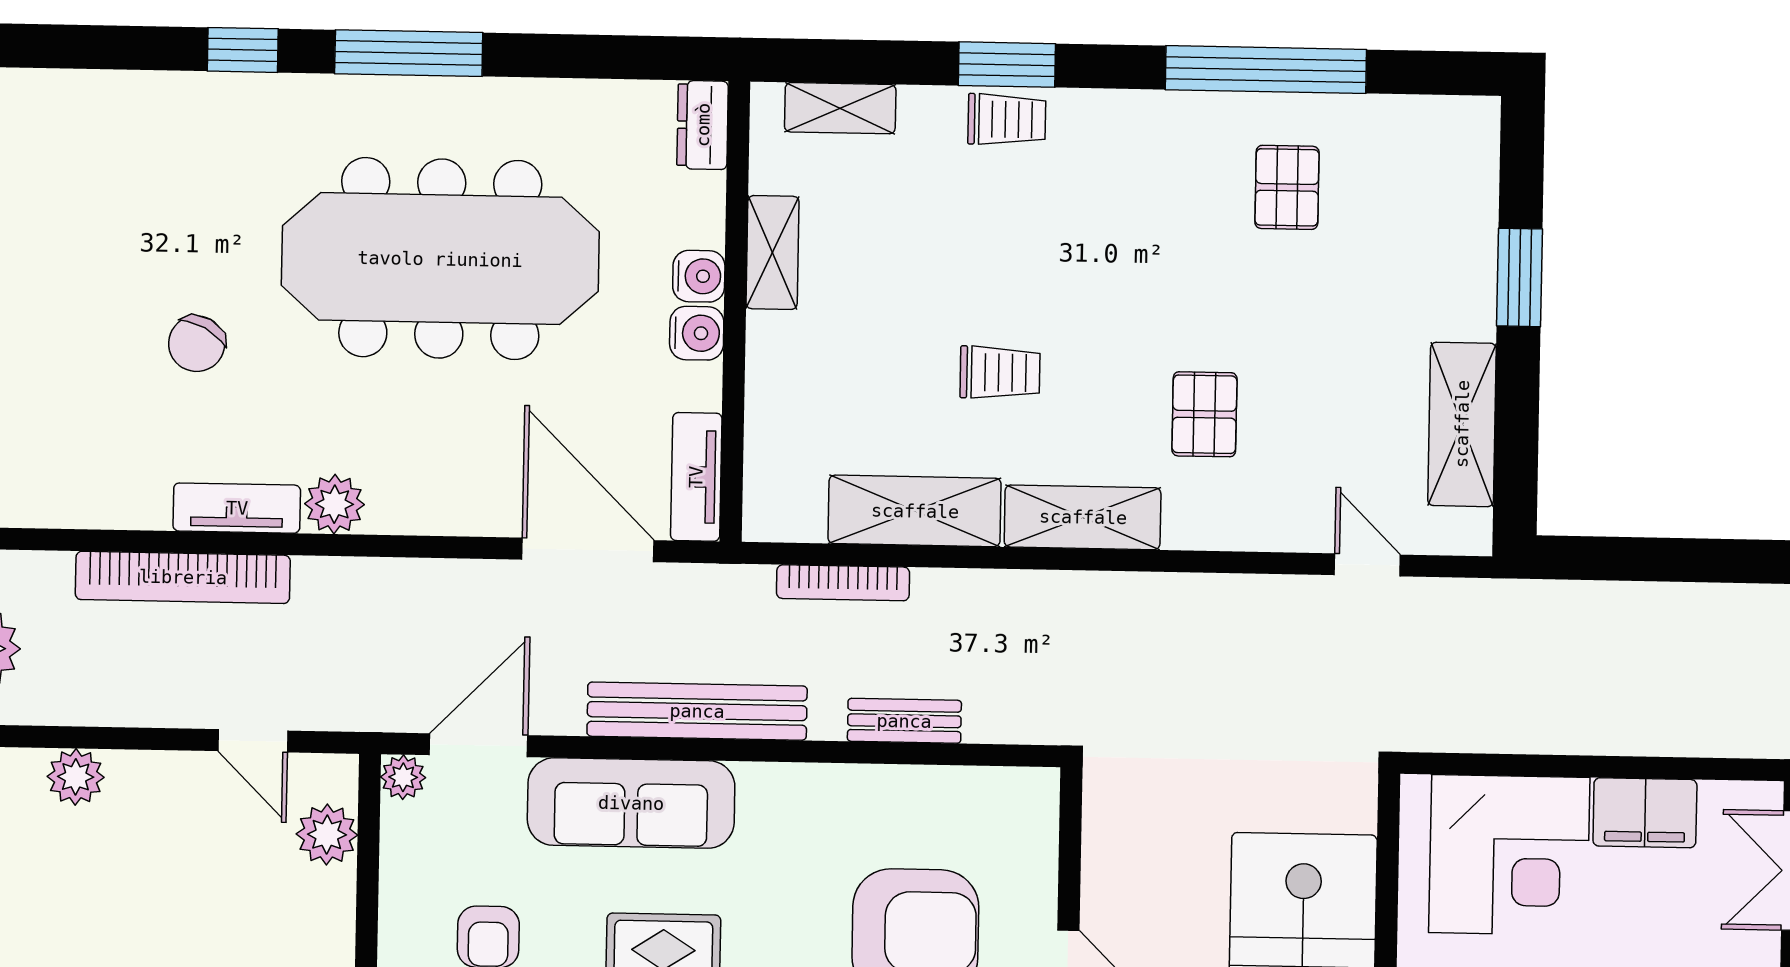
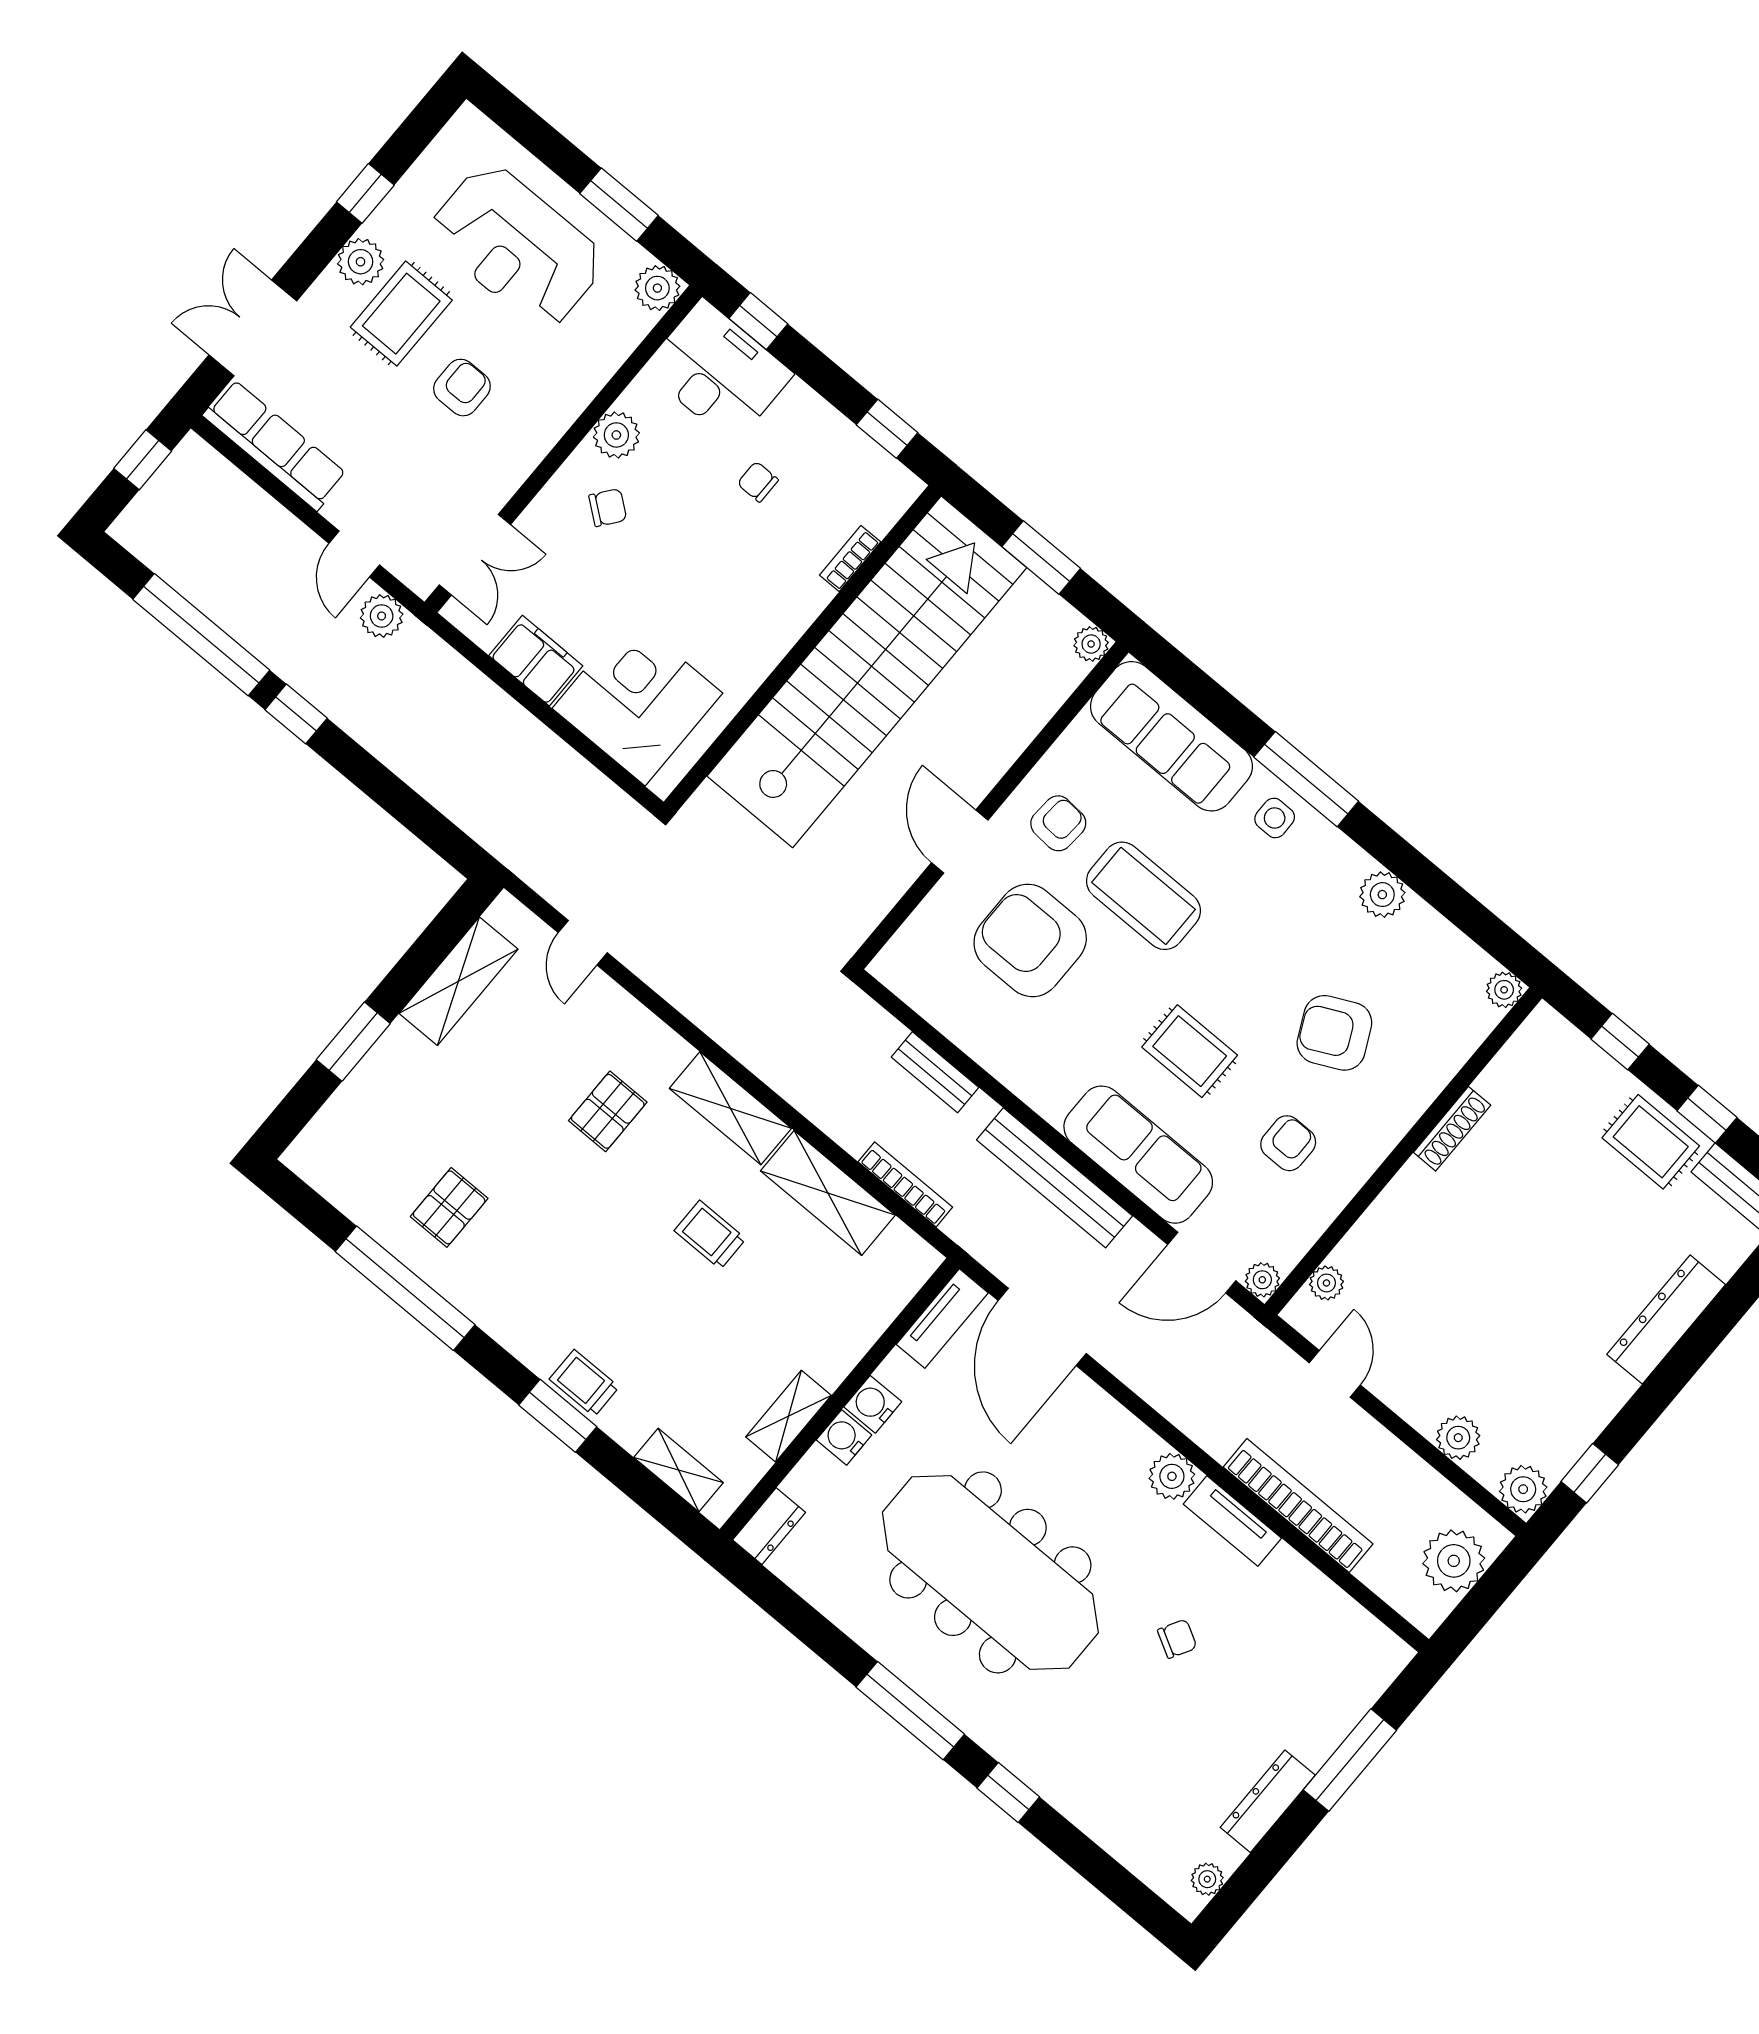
chair: (197, 344) -> (1177, 1639), width x0.73, depth x0.73
plant: (327, 834) -> (1326, 1283), width x0.73, depth x0.73

